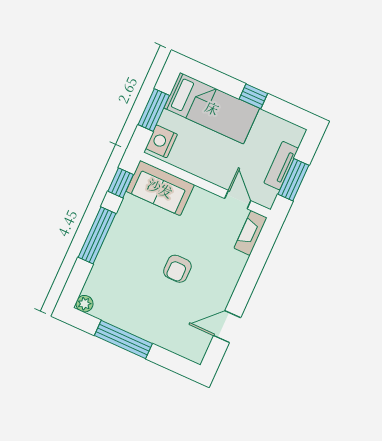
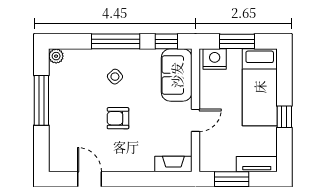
tv unit: (281, 166) -> (257, 164), moved
door: (238, 200) -> (195, 120), moved
side table: (133, 252) -> (115, 77), added

